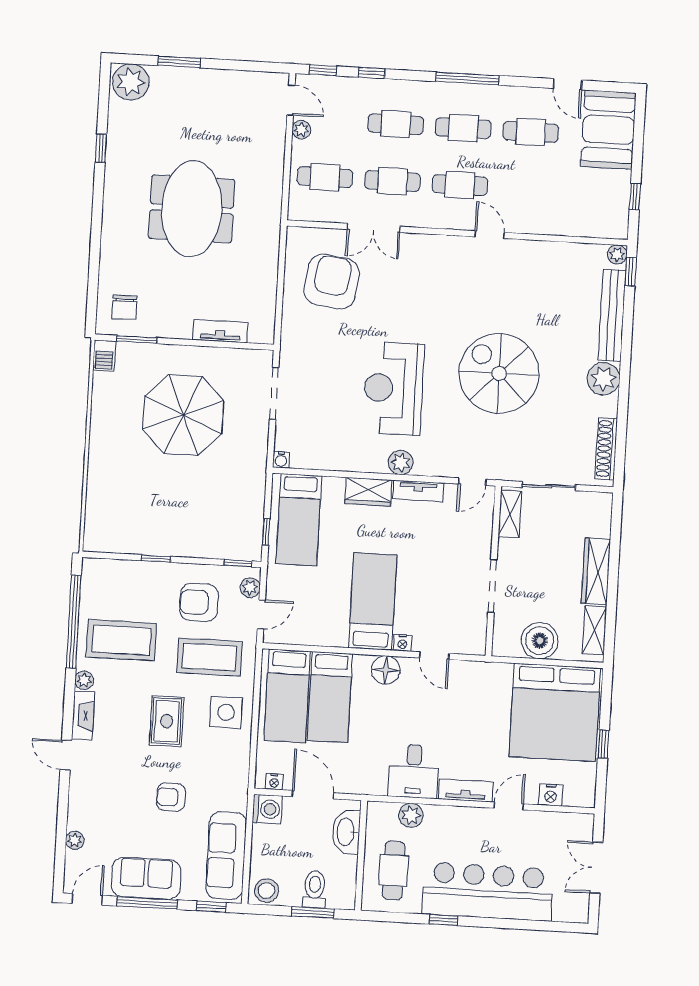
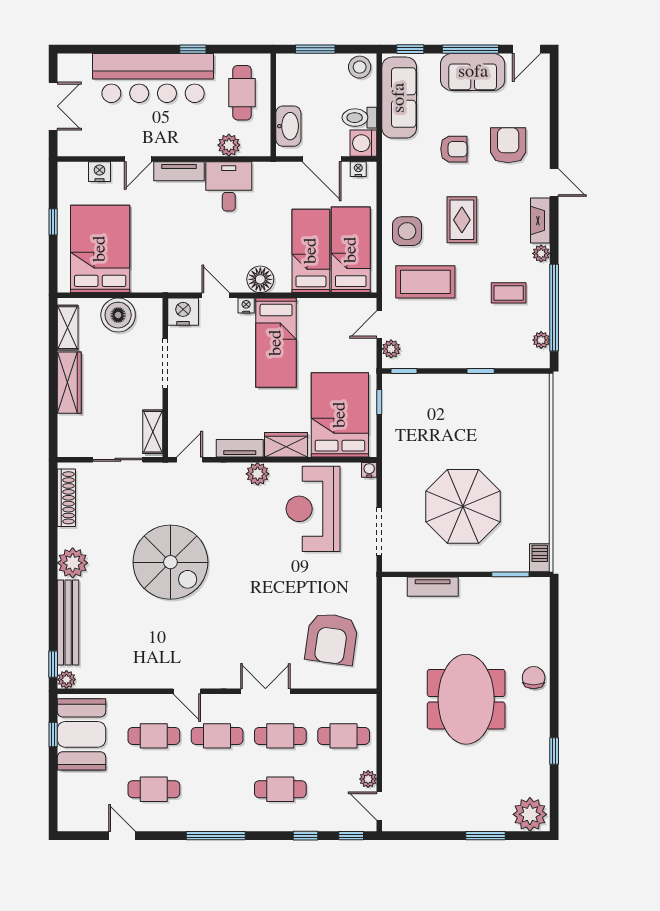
cafe table: (463, 128) -> (154, 736), moved
booth: (608, 130) -> (81, 734), moved
double door: (374, 228) -> (265, 691), moved
chair: (124, 307) -> (534, 678), moved
reception desk: (393, 388) -> (313, 509), moved, turned 180
bed: (299, 520) -> (340, 415), width x1.50
armchair: (199, 602) -> (508, 145), moved, turned -90
coffee table: (121, 640) -> (509, 293), width x0.54, depth x0.58
nightstand: (470, 640) -> (183, 312), added
bed: (555, 712) -> (100, 249), width x0.73
plant: (75, 840) -> (541, 340), moved
toilet: (315, 889) -> (359, 118), moved, turned 90

